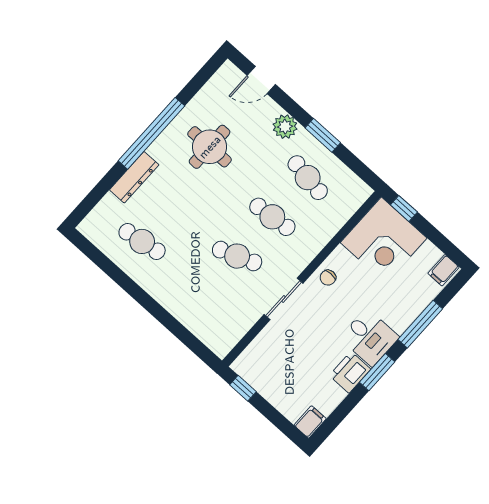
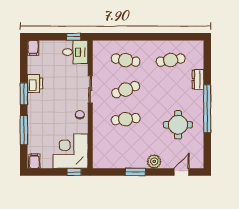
dresser: (134, 177) -> (198, 79), width x0.70
cafe table: (308, 178) -> (126, 60), moved
desk: (369, 337) -> (75, 52), moved, turned 180

